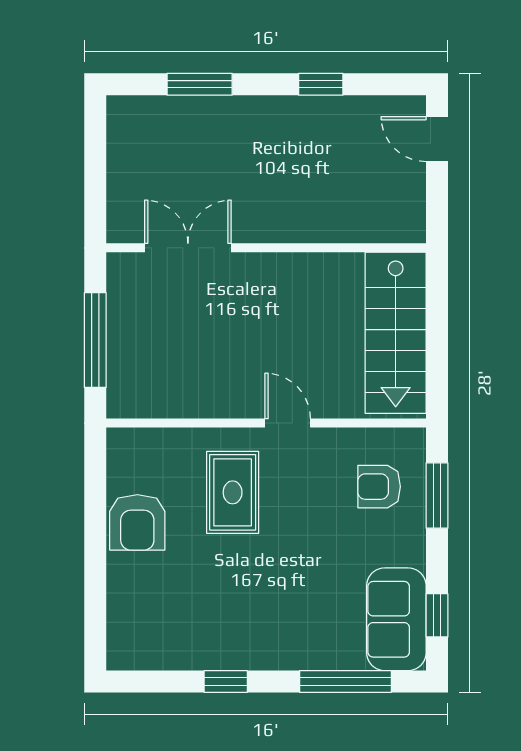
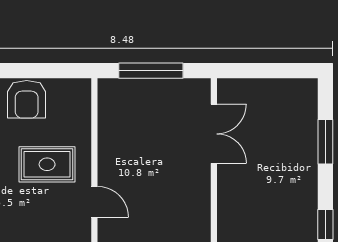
door: (288, 423) -> (94, 202), hinge flipped
armchair: (137, 522) -> (27, 99), turned -90

